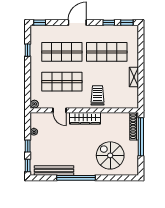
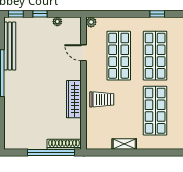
door: (59, 110) -> (84, 53), hinge flipped
wardrobe: (85, 118) -> (74, 99), moved
spiral stairs: (110, 155) -> (28, 115), removed

